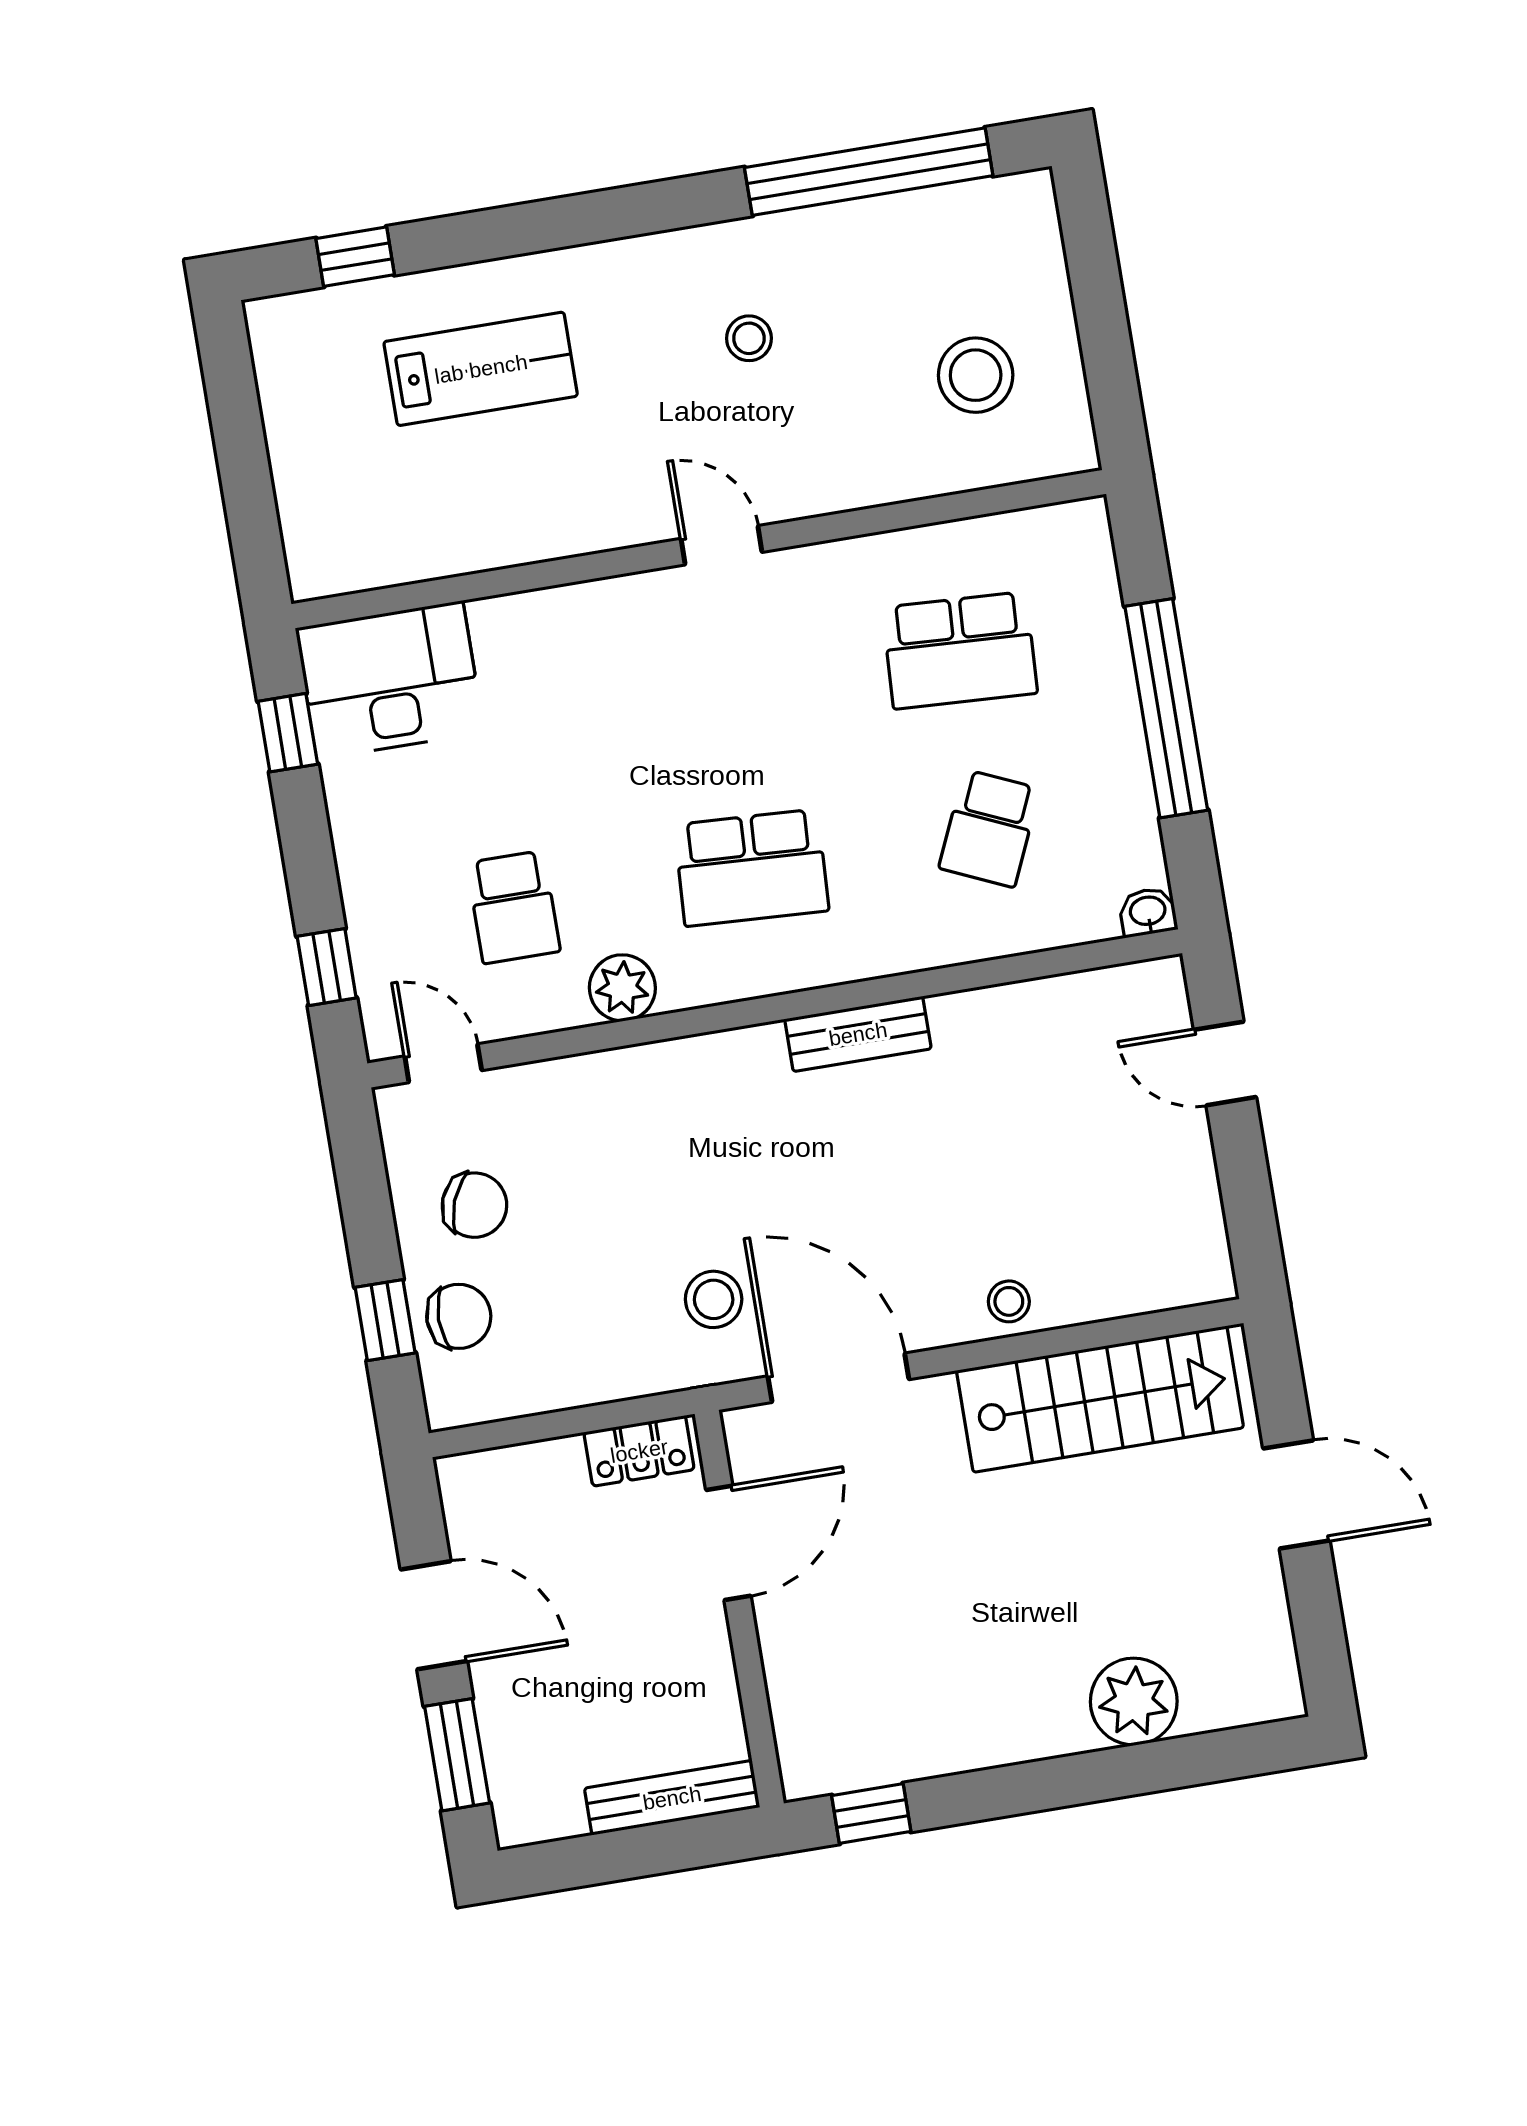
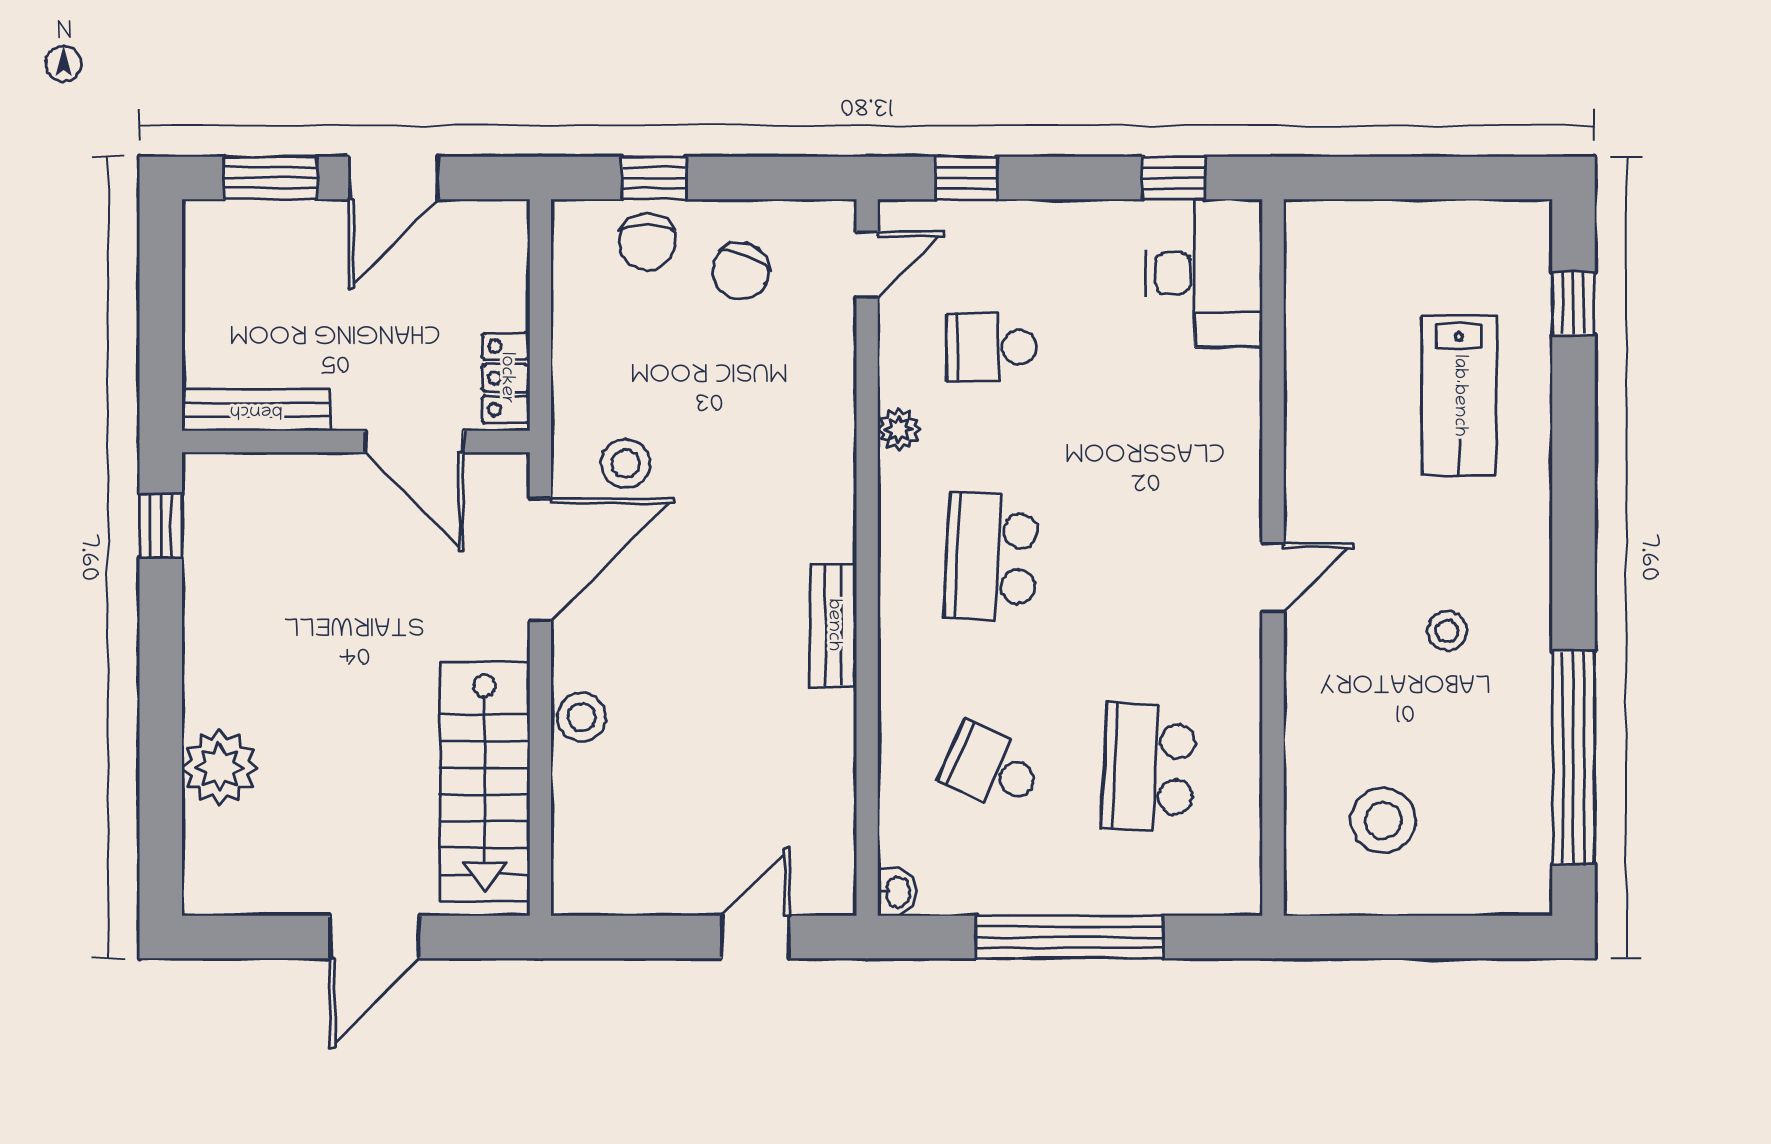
plant: (622, 988) -> (899, 429), width x0.73, depth x0.73
stool: (1009, 1301) -> (582, 717), width x1.37, depth x1.37
bench: (672, 1798) -> (256, 410), moved, turned 90

